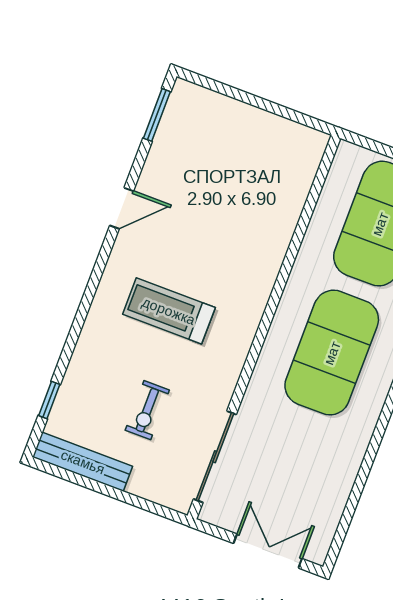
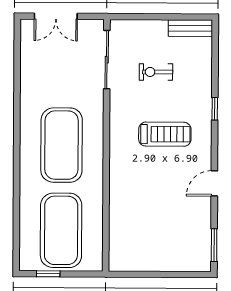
window: (49, 400) -> (215, 109), moved
exercise bike: (147, 410) -> (156, 72), turned -90
bench: (83, 462) -> (190, 28), width x0.73

